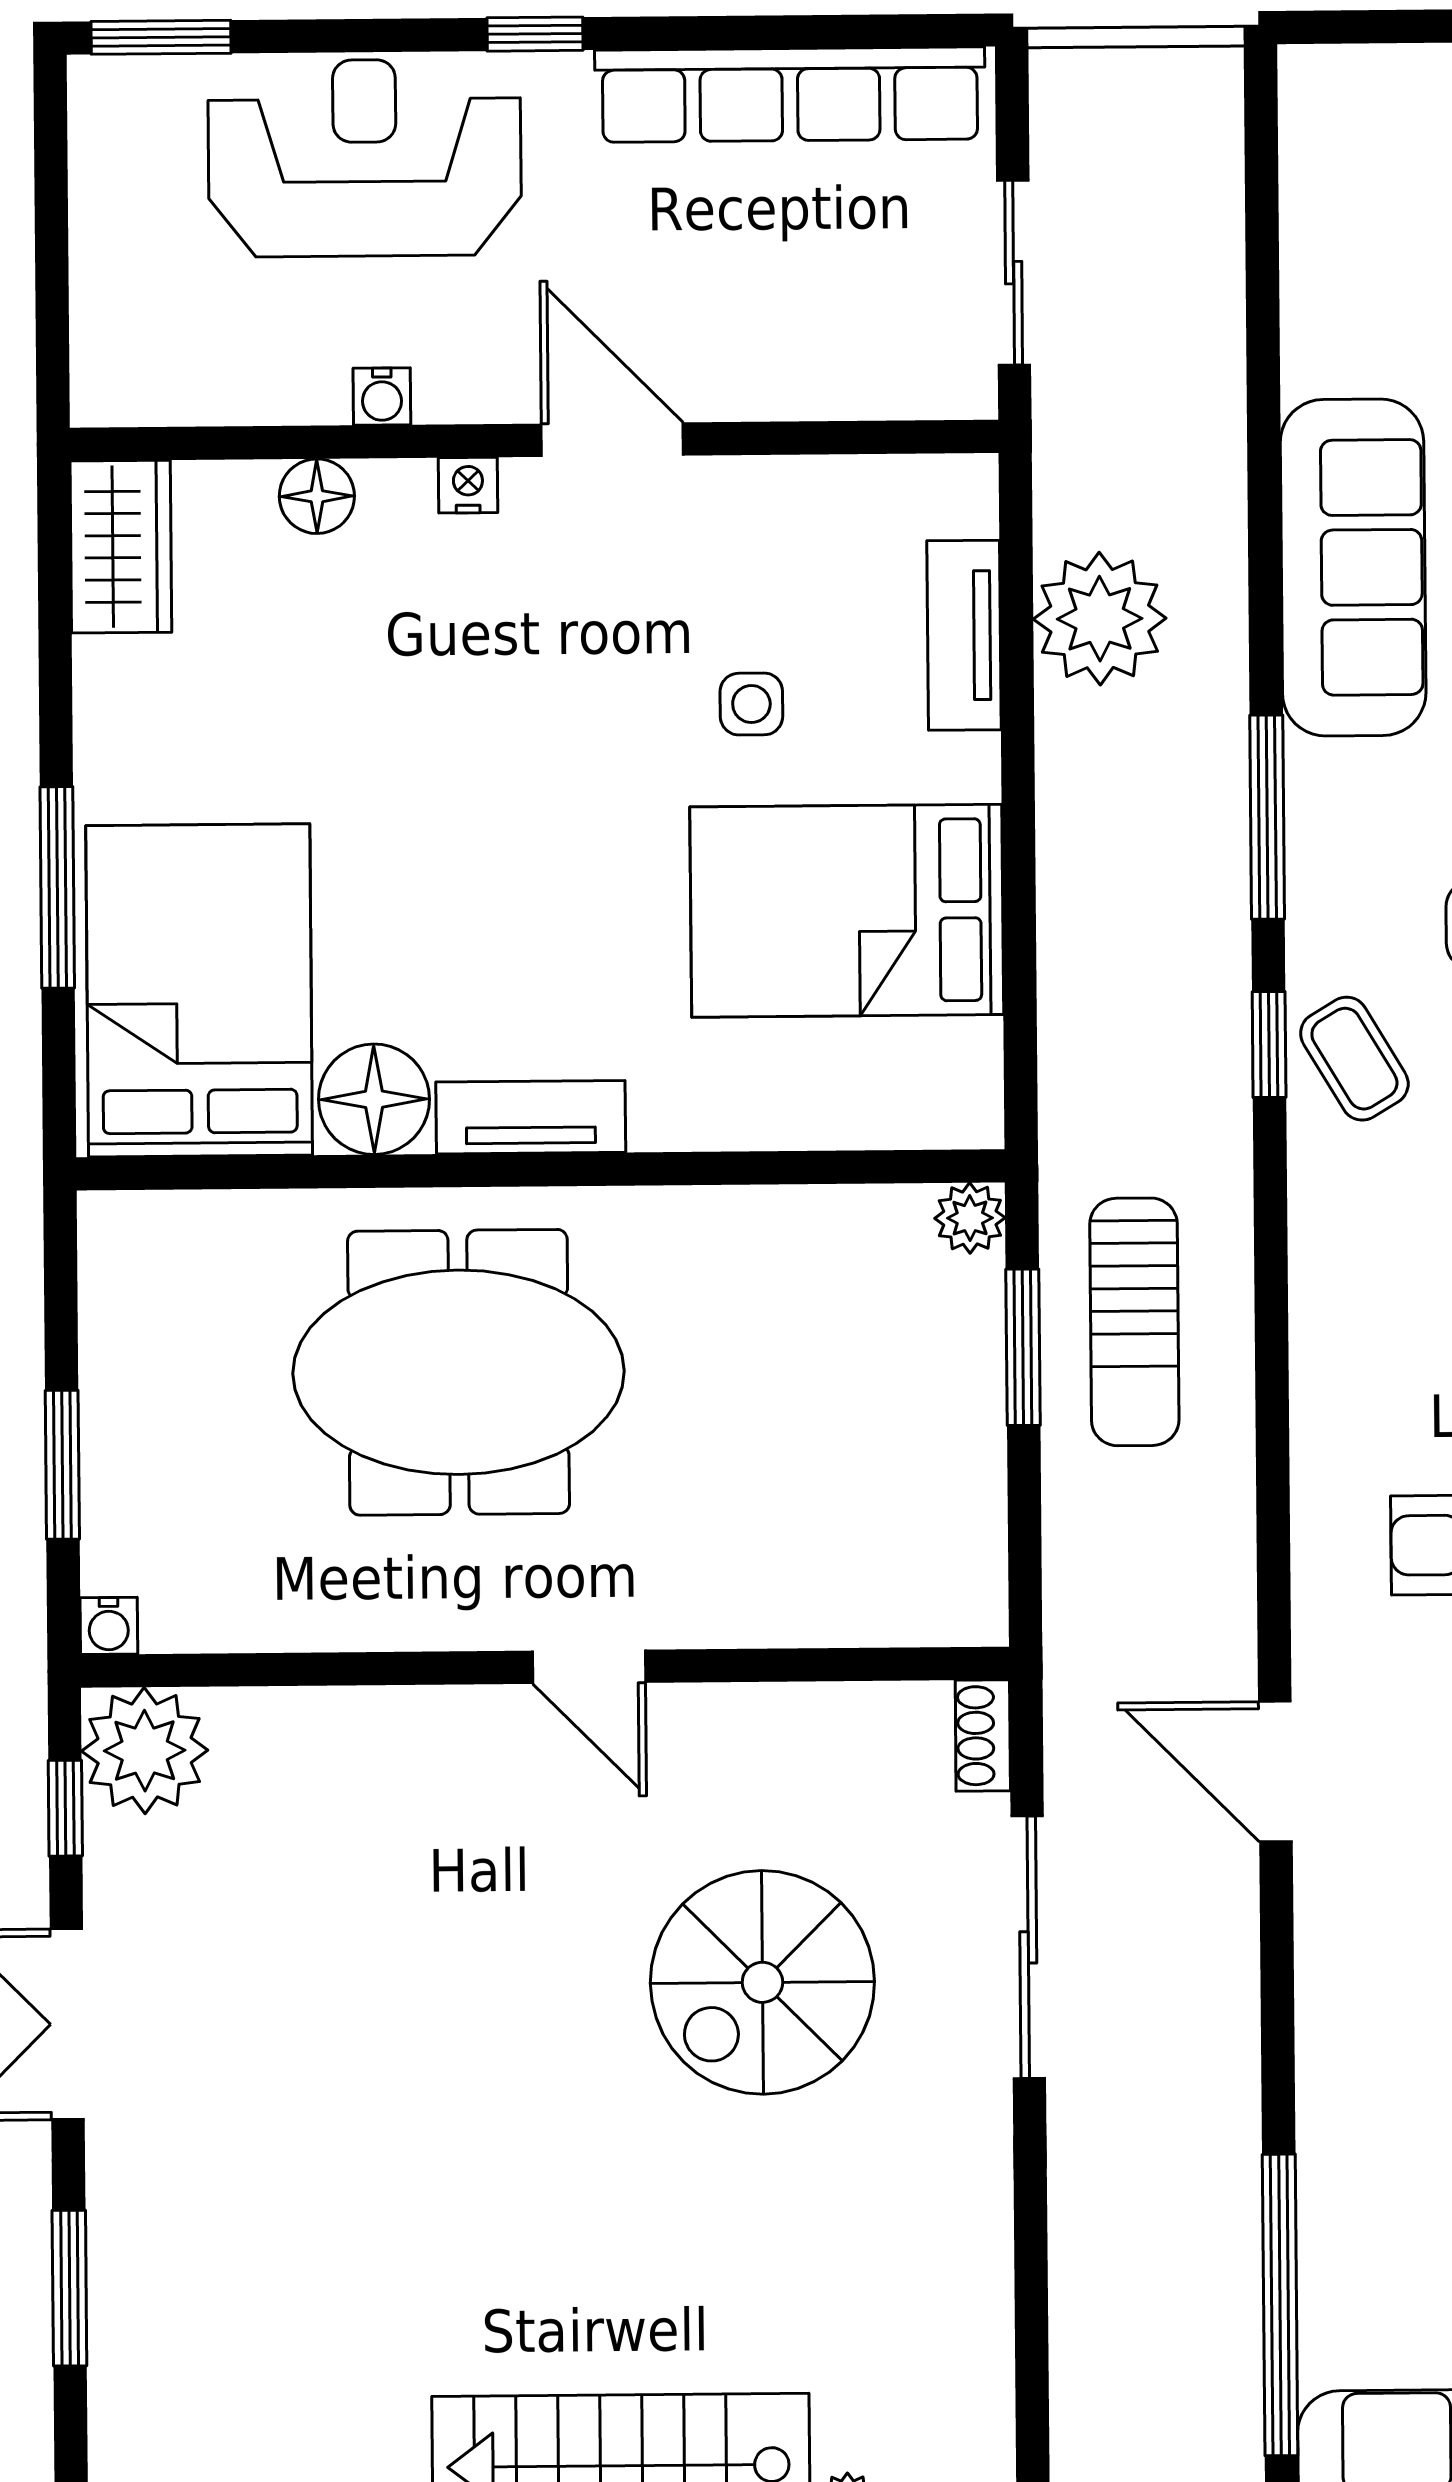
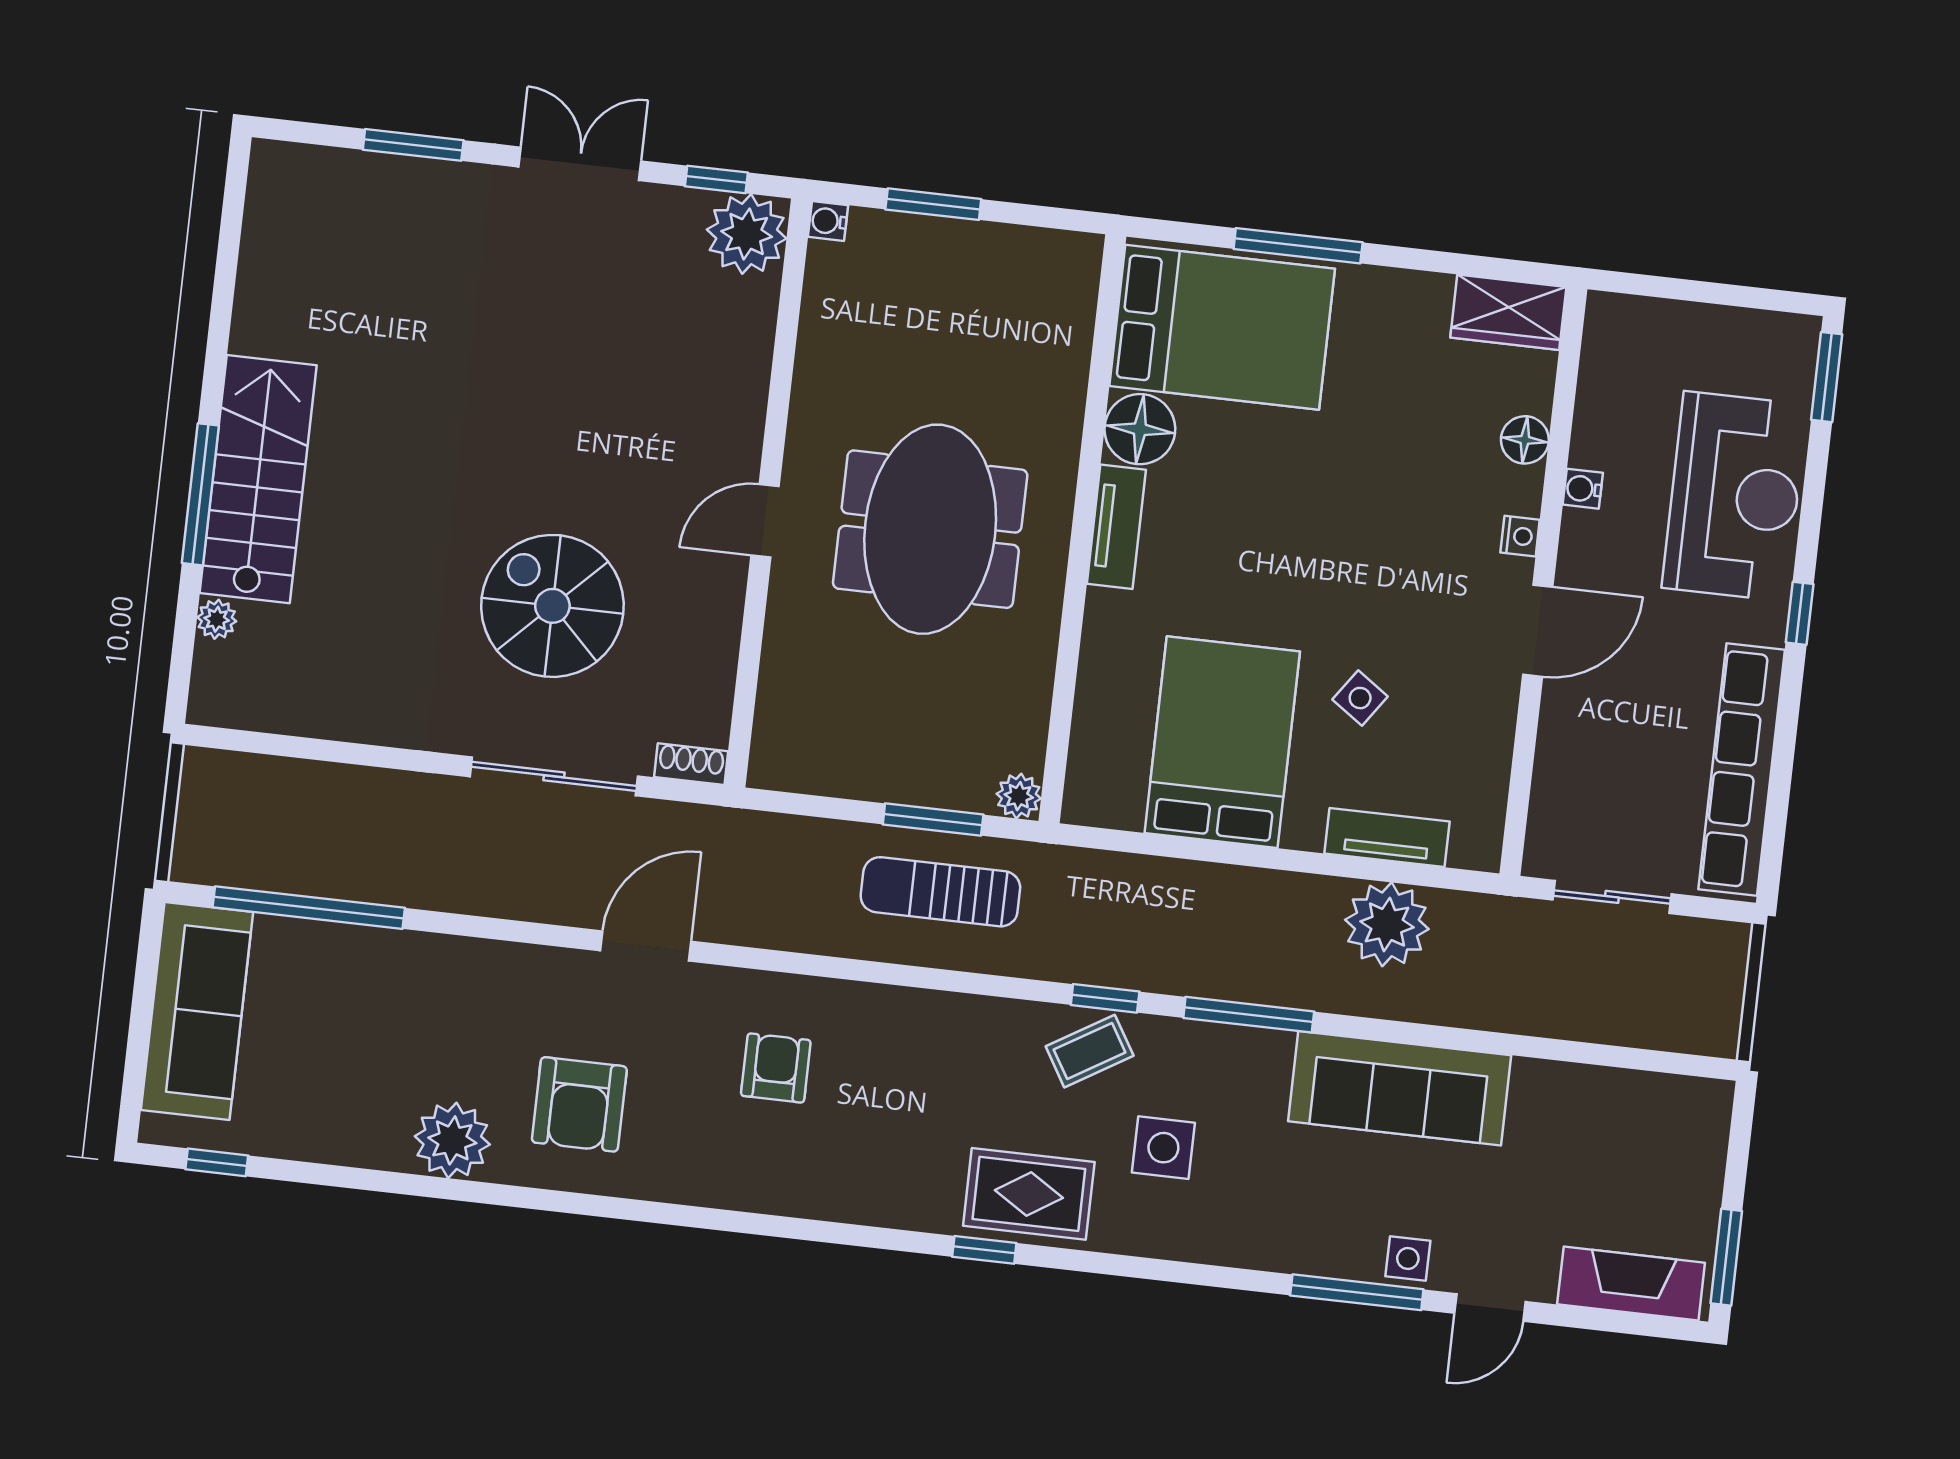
side table: (751, 704) -> (1360, 698), turned 35
meeting table: (459, 1372) -> (930, 529), moved

